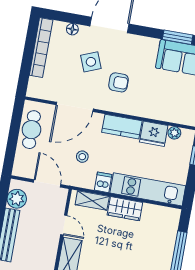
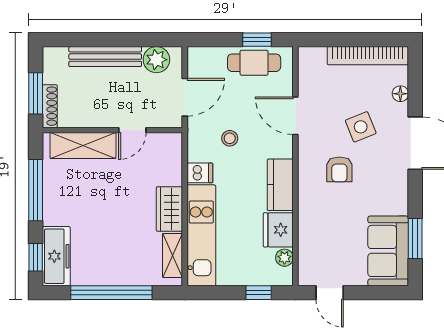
door: (75, 107) -> (295, 116), width x0.73
window: (15, 124) -> (257, 40), added
shelving: (92, 201) -> (173, 255), moved

